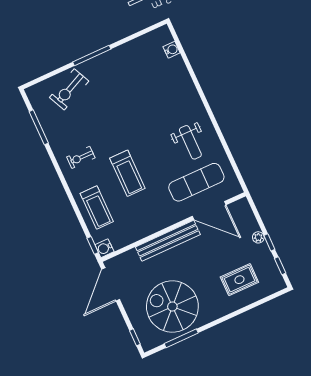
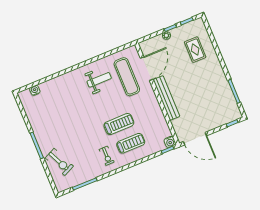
treadmill: (97, 208) -> (131, 143), moved
spiral stairs: (172, 307) -> (212, 97), removed

